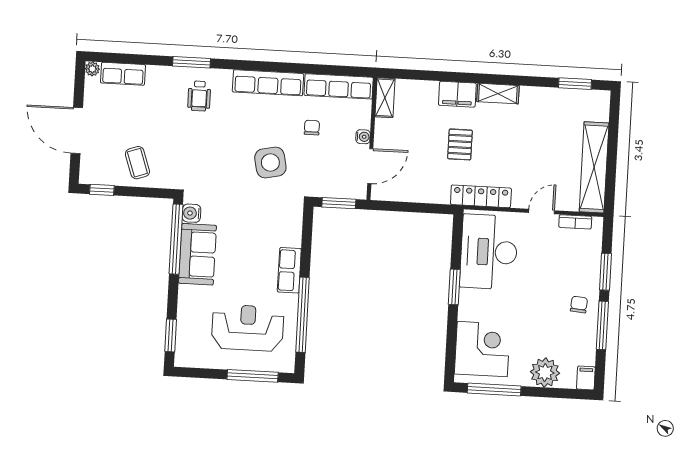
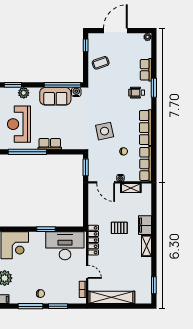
row of seats: (123, 74) -> (146, 70), moved
shelving: (385, 98) -> (131, 188), moved
plant: (187, 315) -> (24, 93), added
reception desk: (248, 328) -> (19, 124), turned 180

